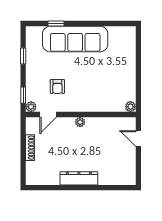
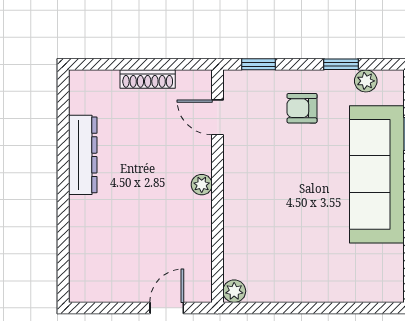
armchair: (57, 86) -> (302, 108), moved
plant: (31, 107) -> (366, 81), moved
dresser: (79, 178) -> (83, 155), moved

